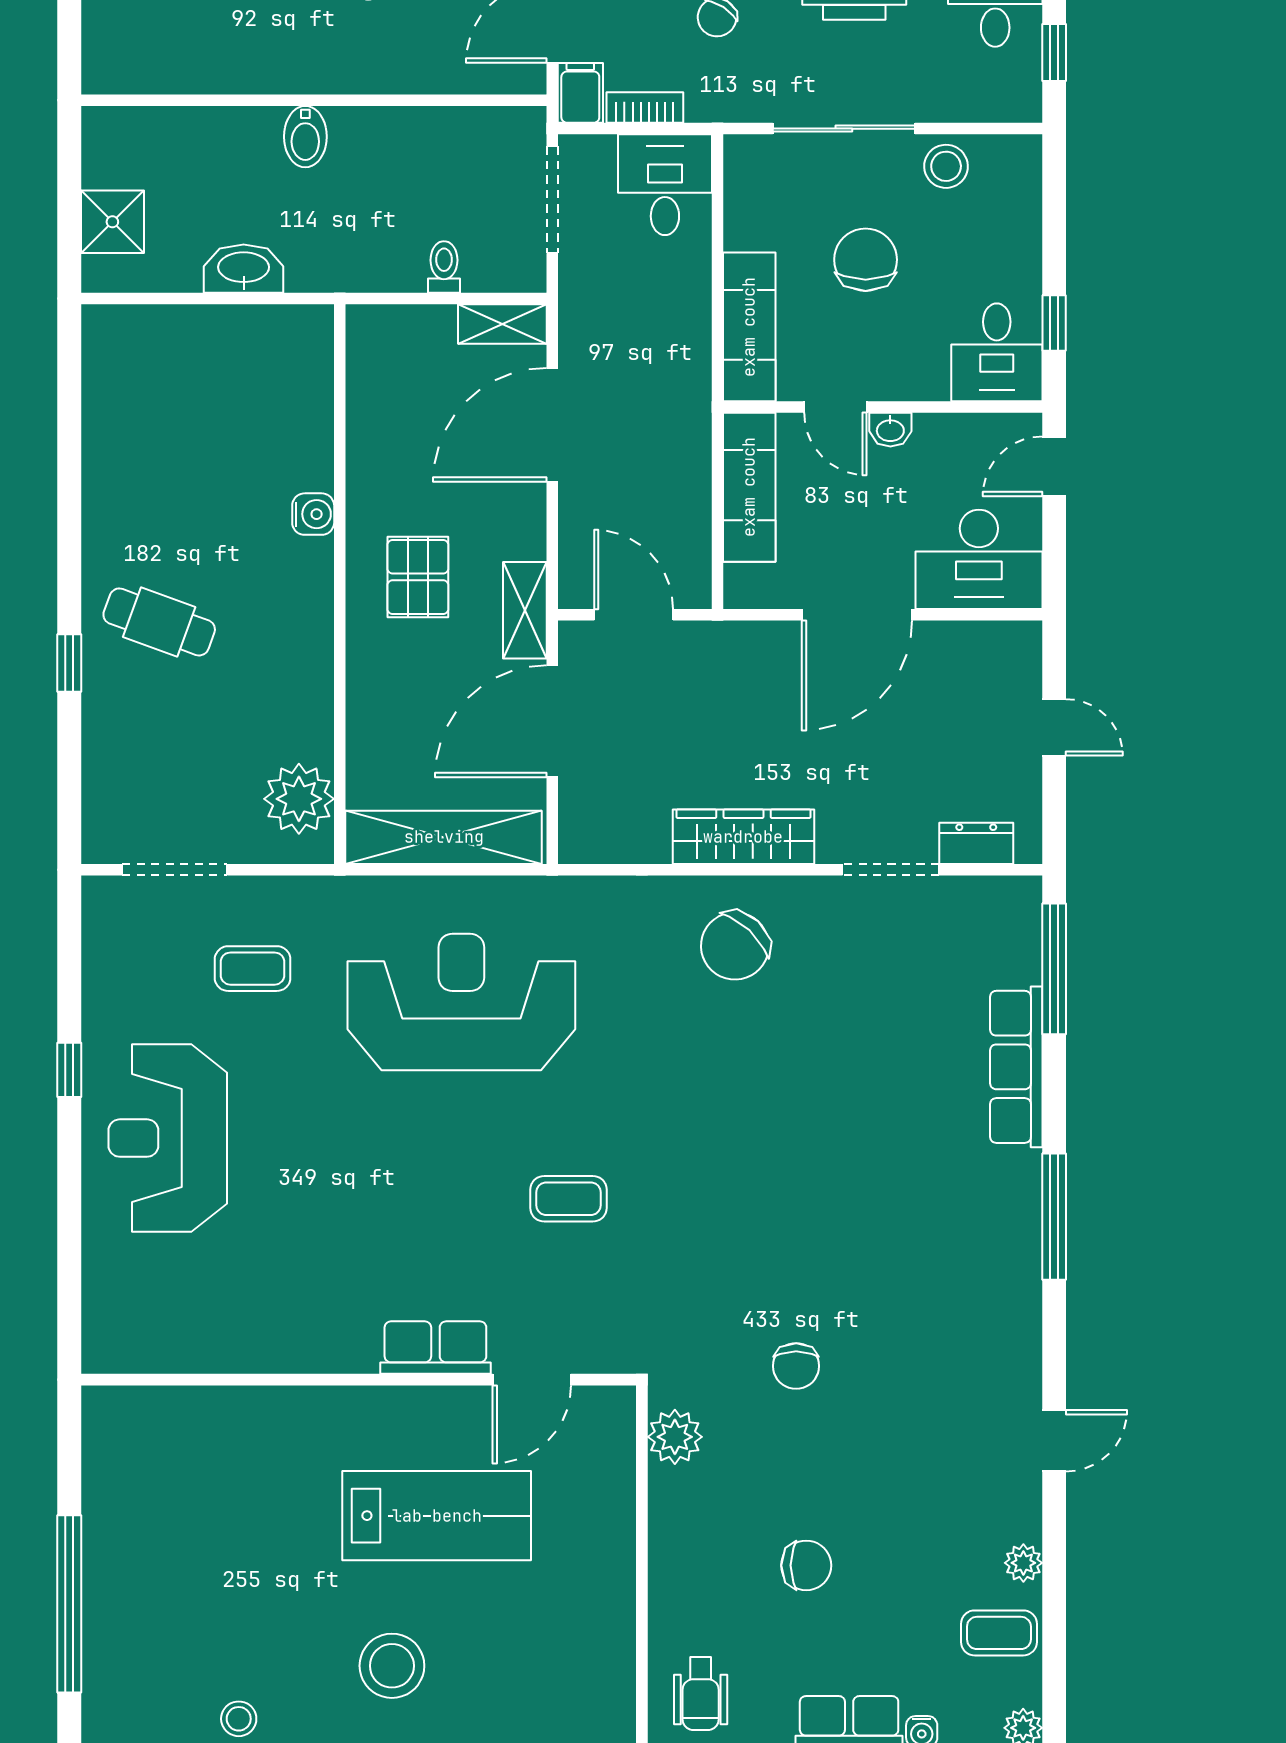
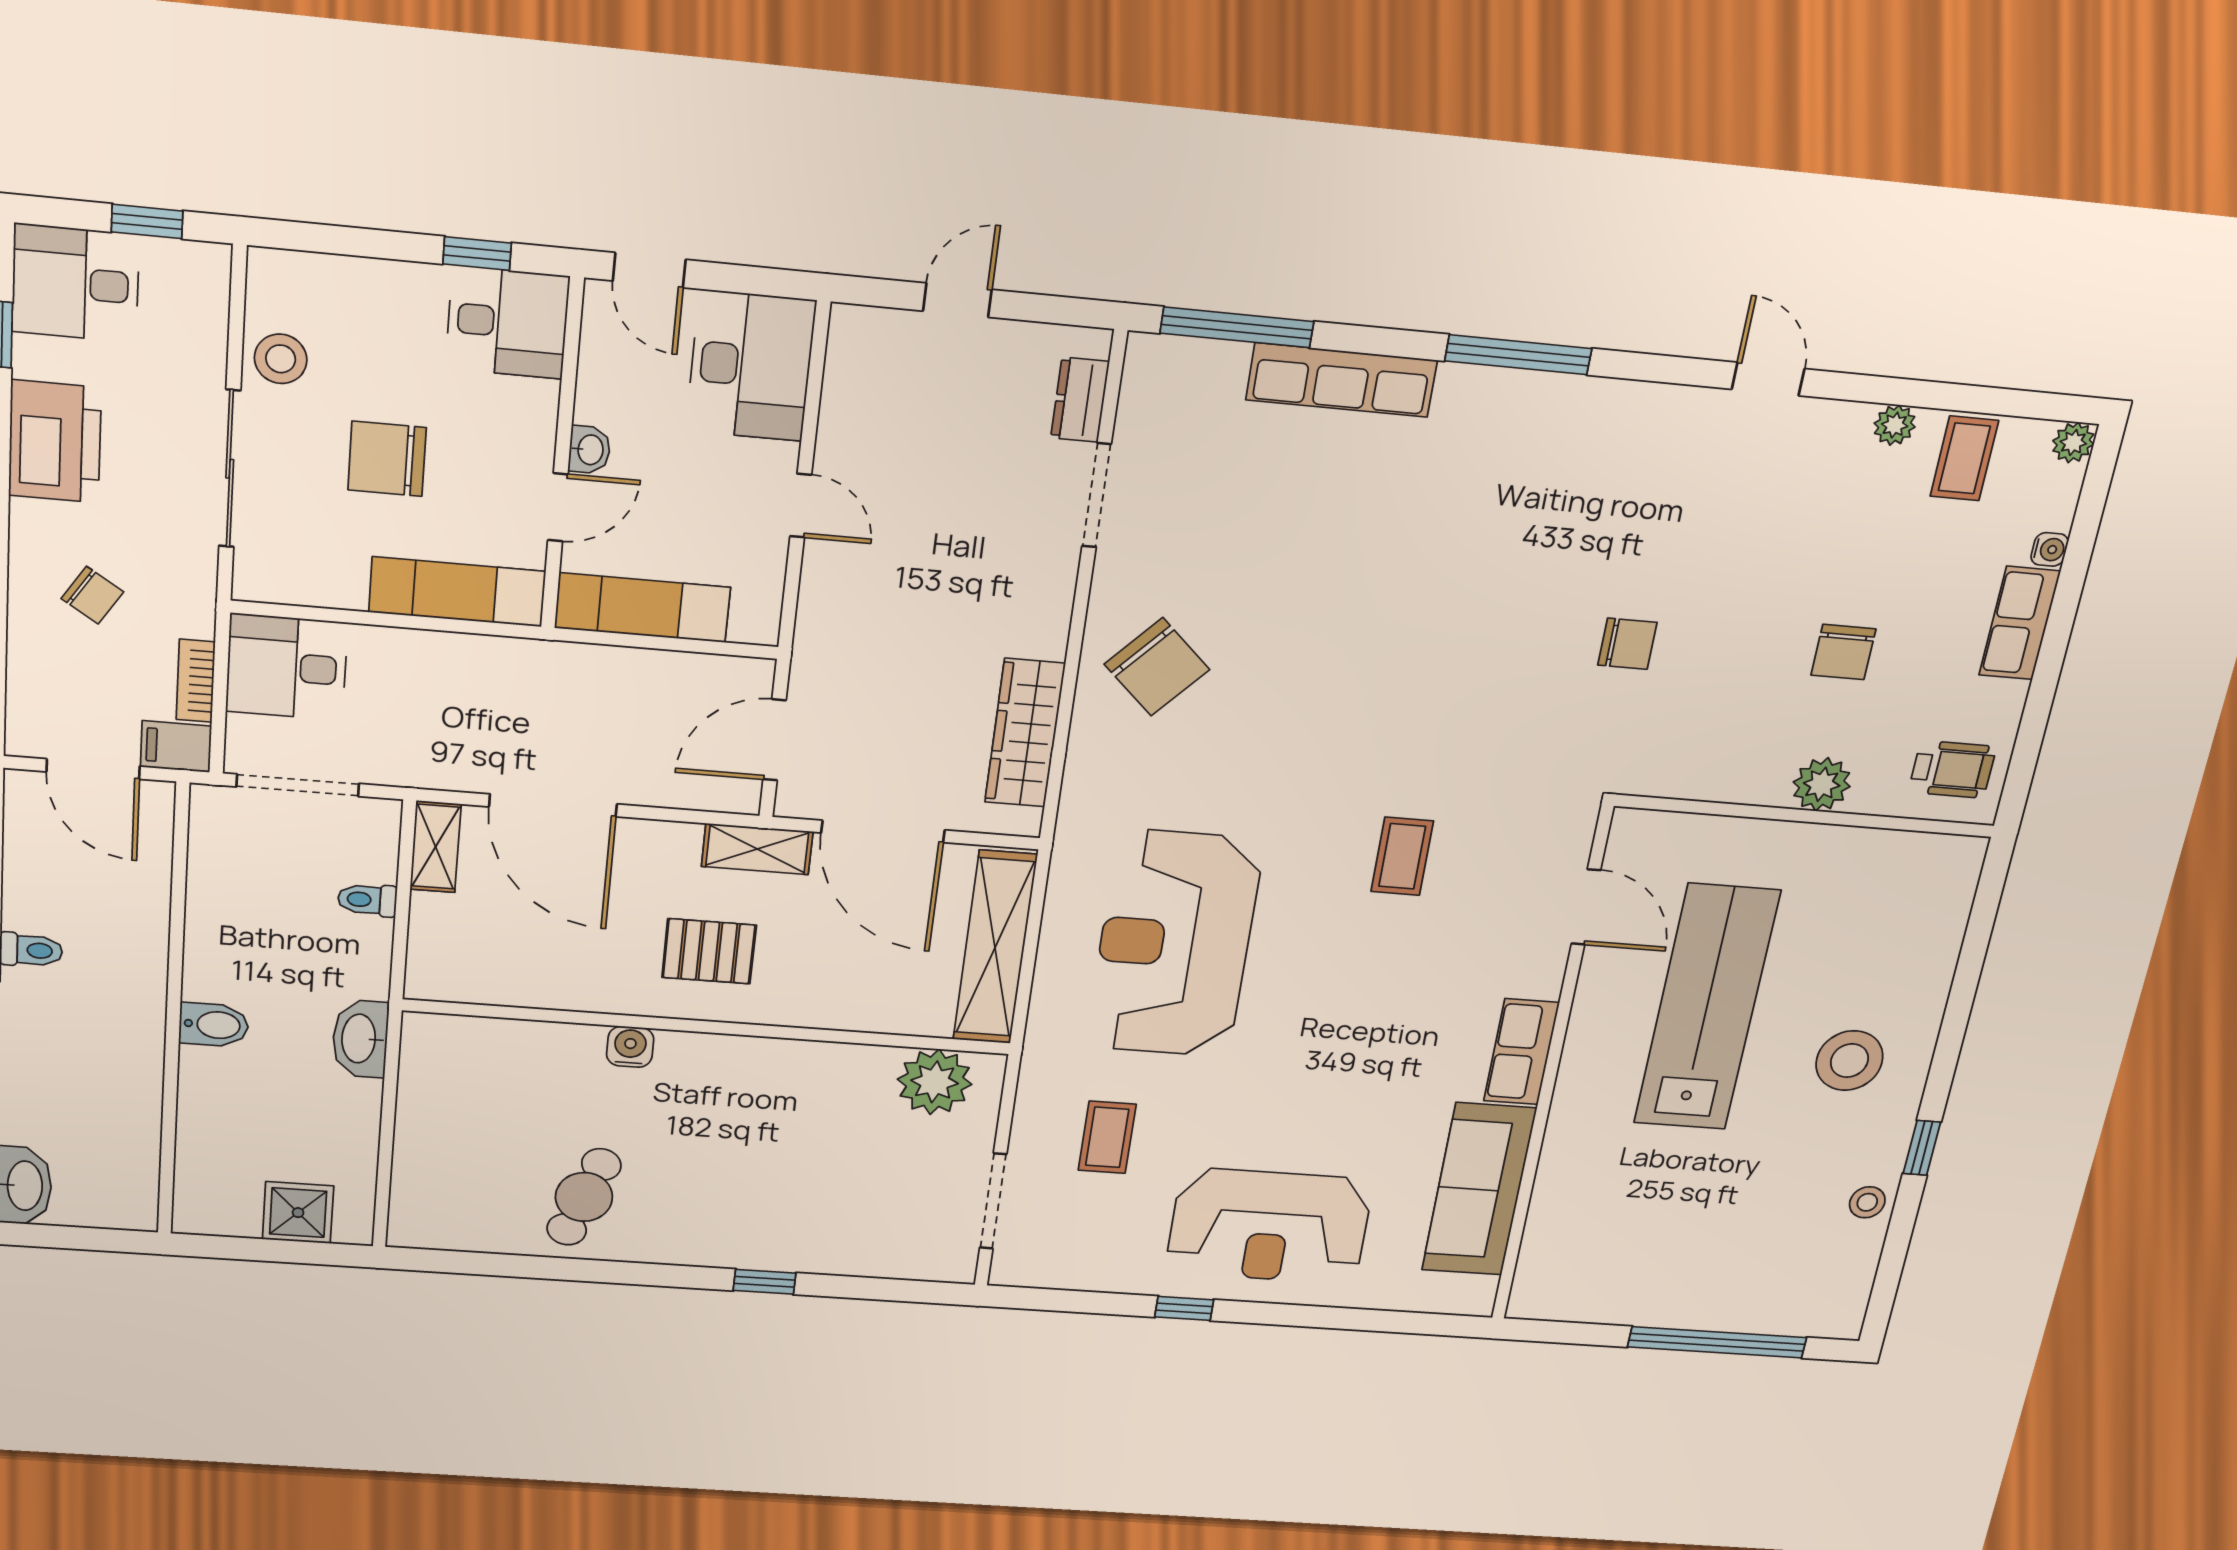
washbasin: (244, 269) -> (360, 1039), moved
door: (857, 615) -> (801, 506), width x0.53
cafe table: (159, 622) -> (584, 1197), moved
wardrobe: (743, 837) -> (1025, 733), moved
sofa: (223, 1334) -> (1479, 1189), added
row of seats: (435, 1348) -> (1521, 1052), moved
plant: (675, 1437) -> (1822, 784), moved
lab bench: (437, 1516) -> (1707, 1008), width x1.36
chair: (806, 1565) -> (1843, 652), turned 180

